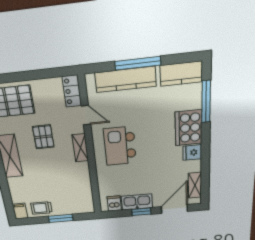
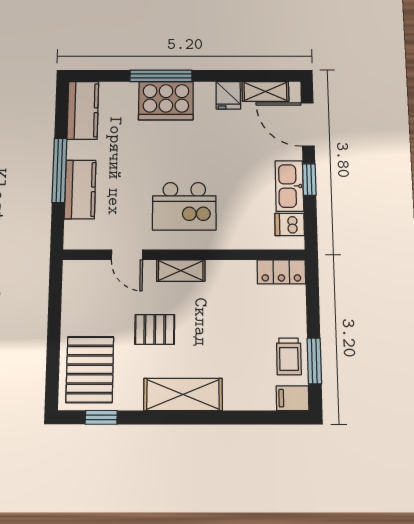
kitchen counter: (126, 79) -> (80, 189), width x0.67
locker: (72, 91) -> (281, 272), moved
window: (206, 102) -> (161, 76), moved
door: (86, 115) -> (127, 255), swing flipped
fridge: (192, 153) -> (228, 95), moved
window: (61, 218) -> (314, 361), moved

